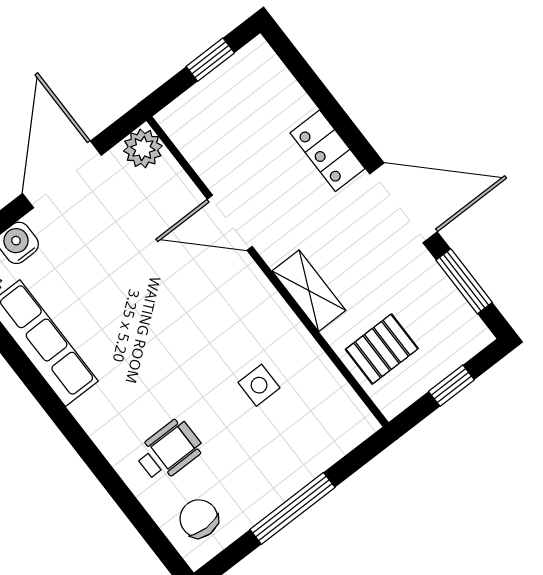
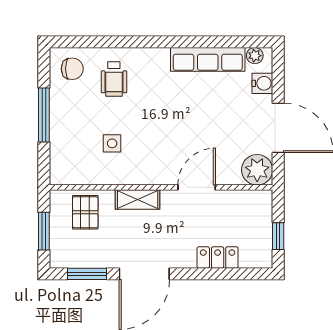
plant: (143, 148) -> (257, 170), width x1.36, depth x1.36
locker: (328, 151) -> (218, 258), moved
window: (451, 386) -> (44, 231), width x1.50

